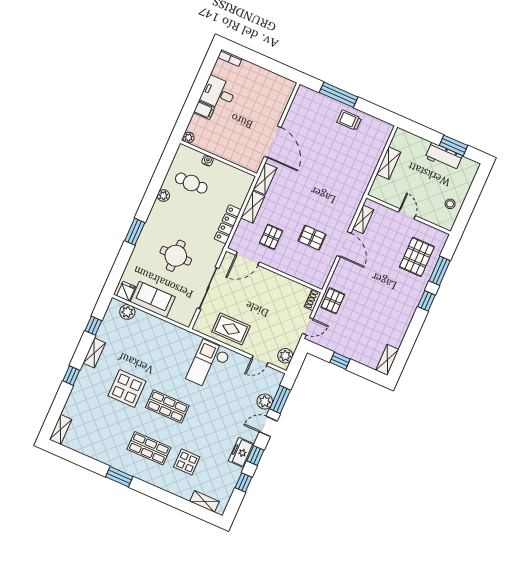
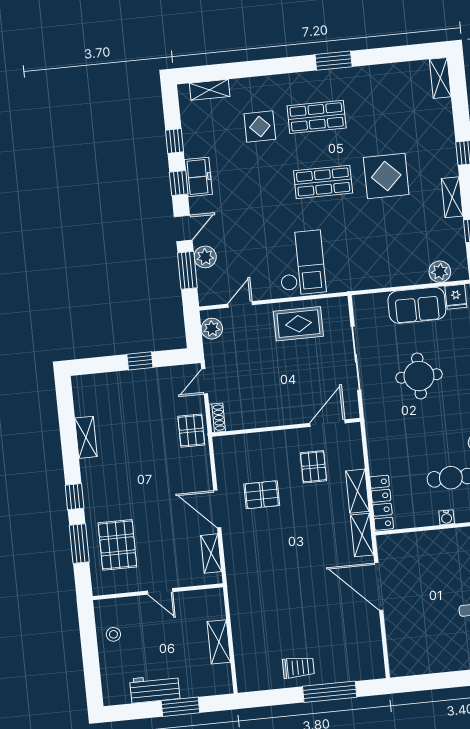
window: (453, 145) -> (180, 707), moved
locker: (228, 224) -> (382, 503), moved
shelving: (387, 360) -> (86, 437), moved

